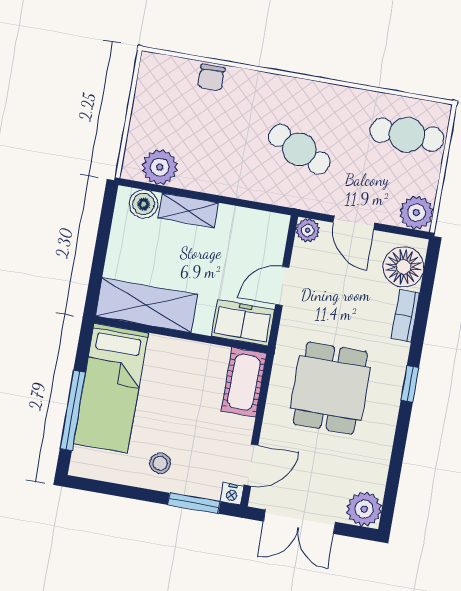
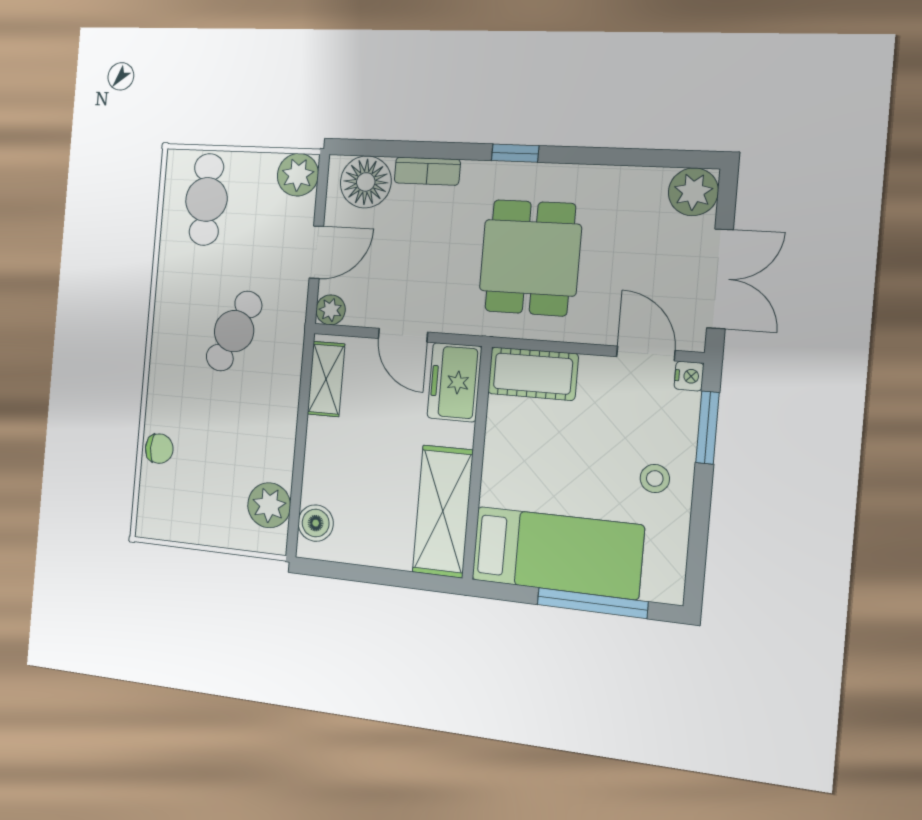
shelving: (188, 210) -> (326, 379), moved
dining table: (330, 388) -> (530, 258), turned 90

